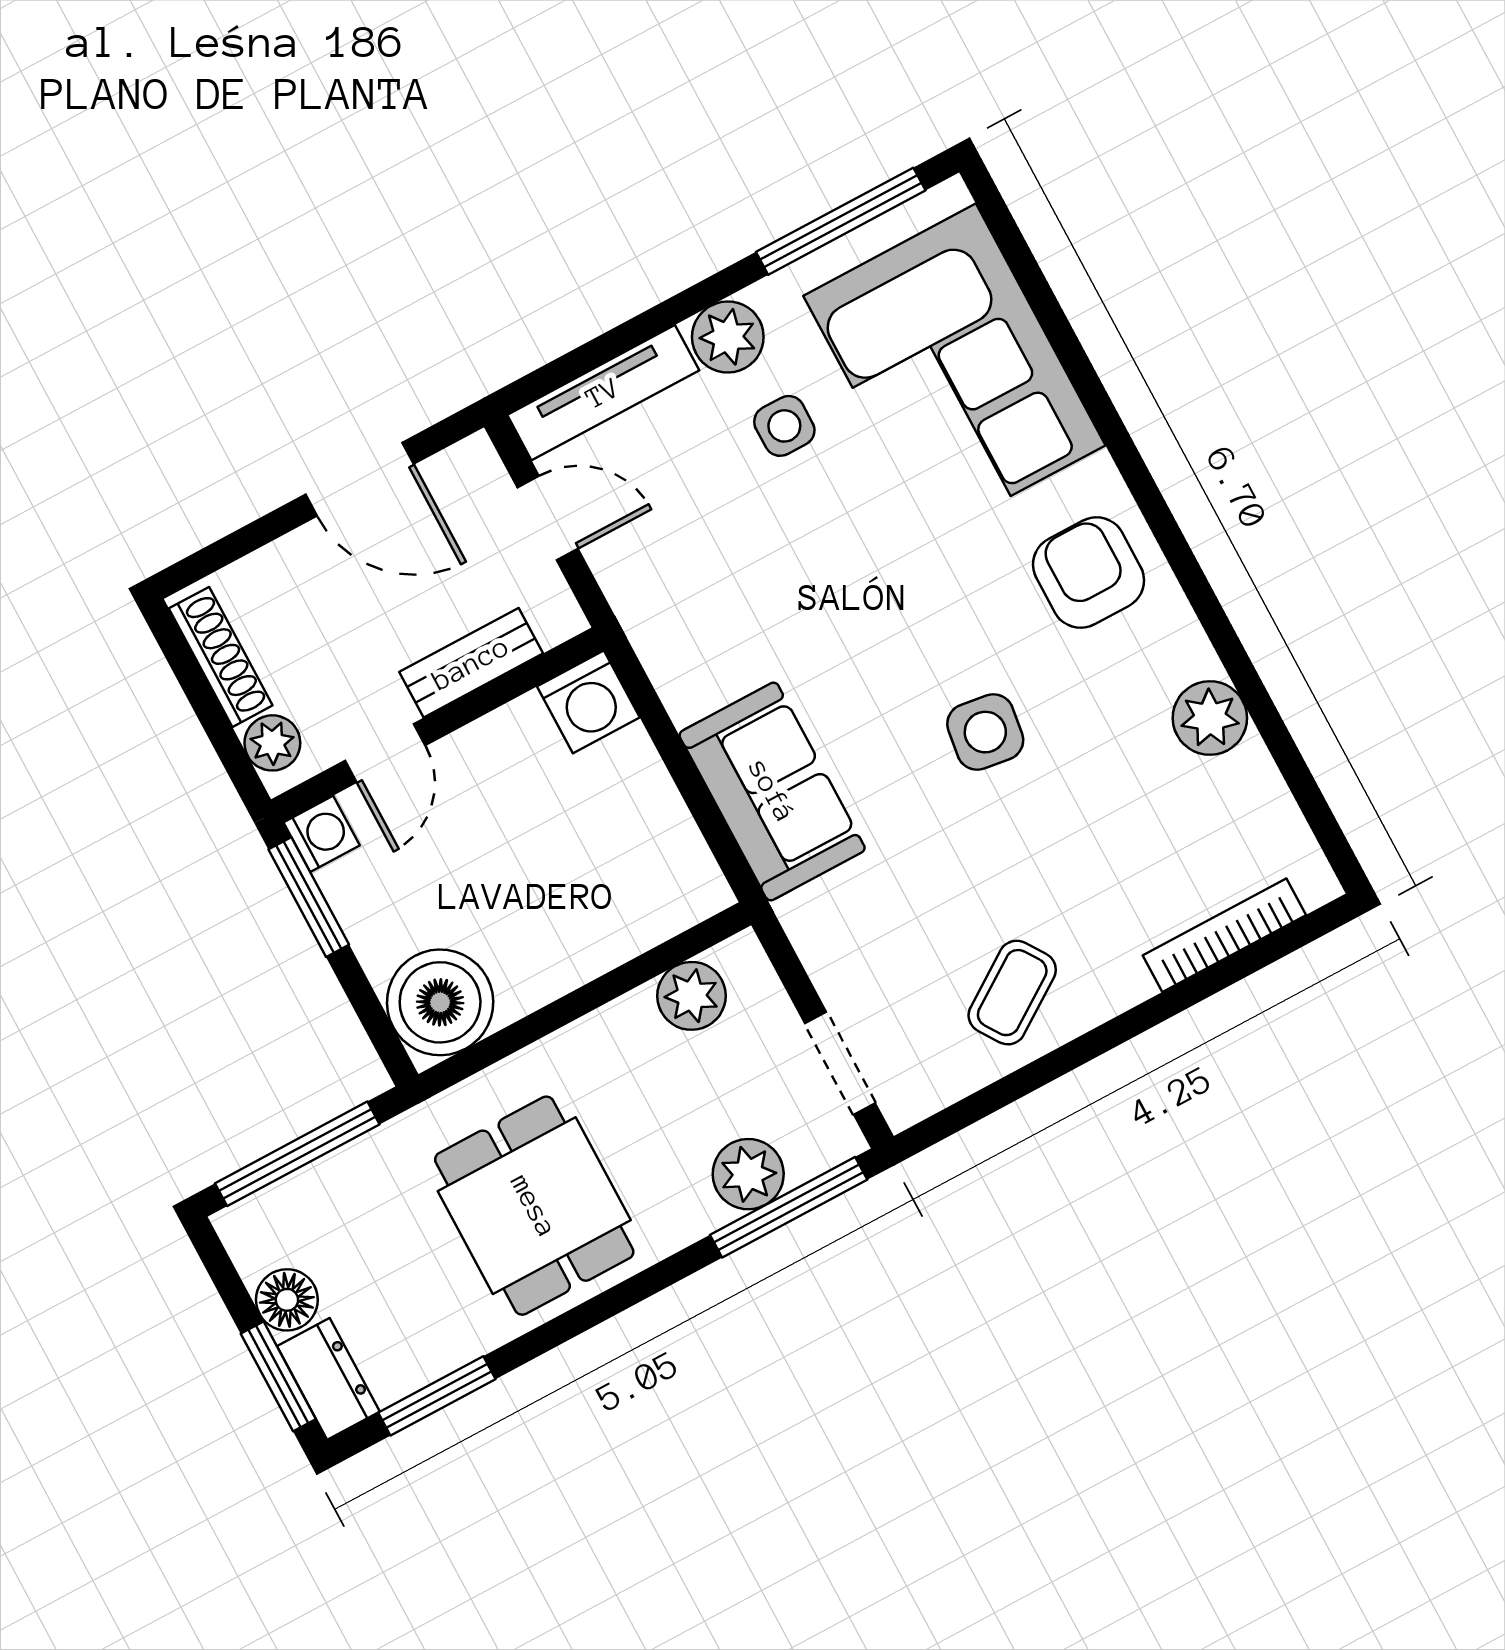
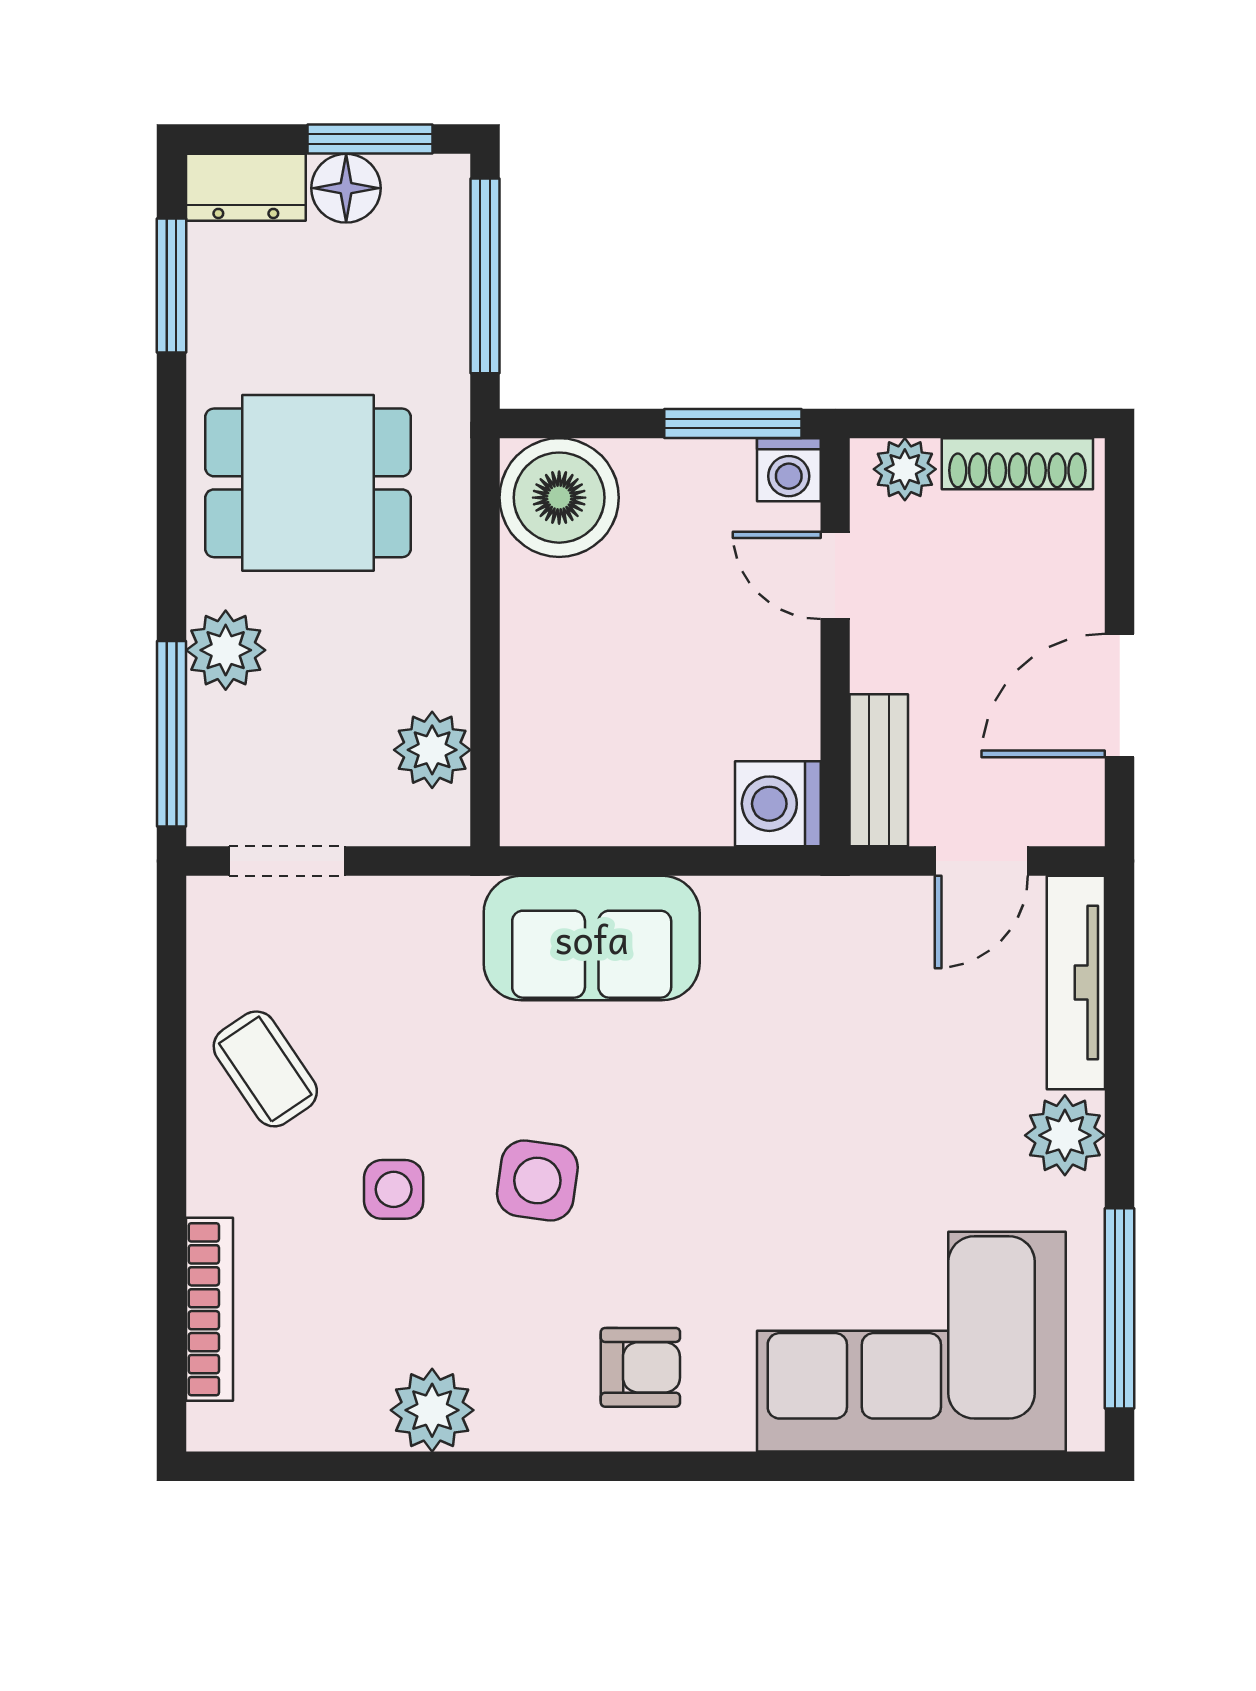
side table: (784, 426) -> (394, 1189), moved
armchair: (1089, 573) -> (640, 1367), width x0.72, depth x0.72
bench: (471, 663) -> (879, 770), moved
plant: (748, 1174) -> (226, 650), moved
window: (278, 1376) -> (370, 139), moved

